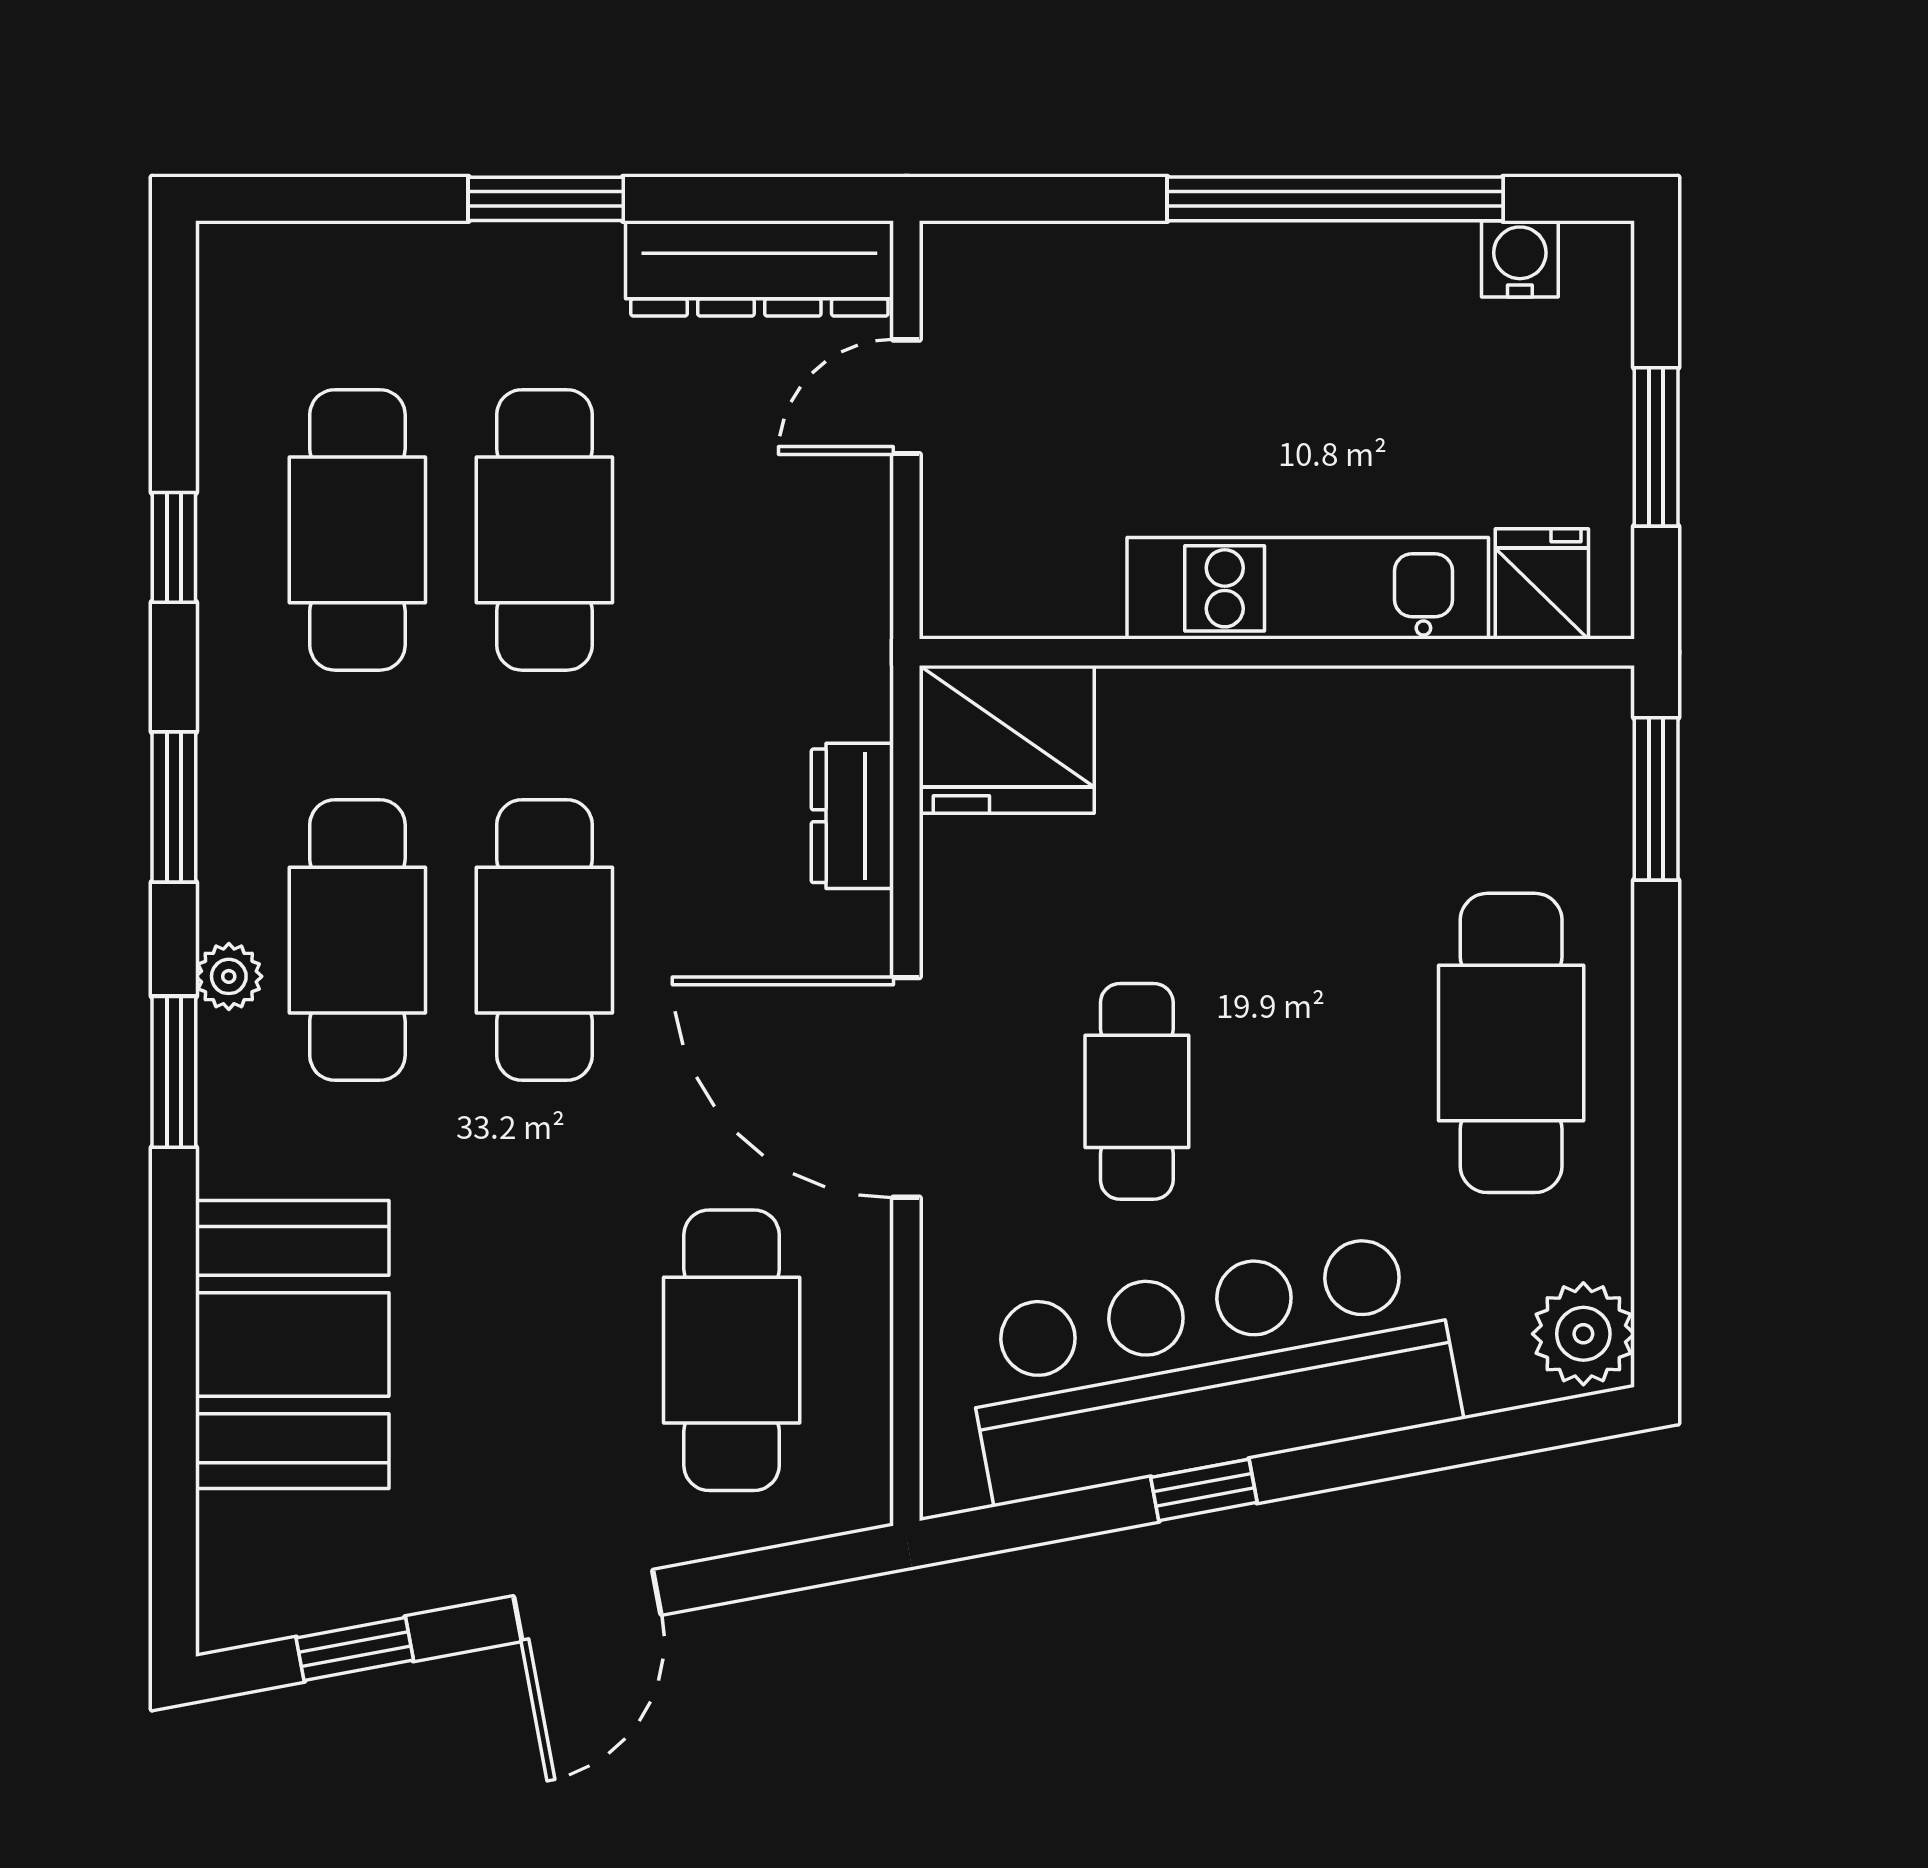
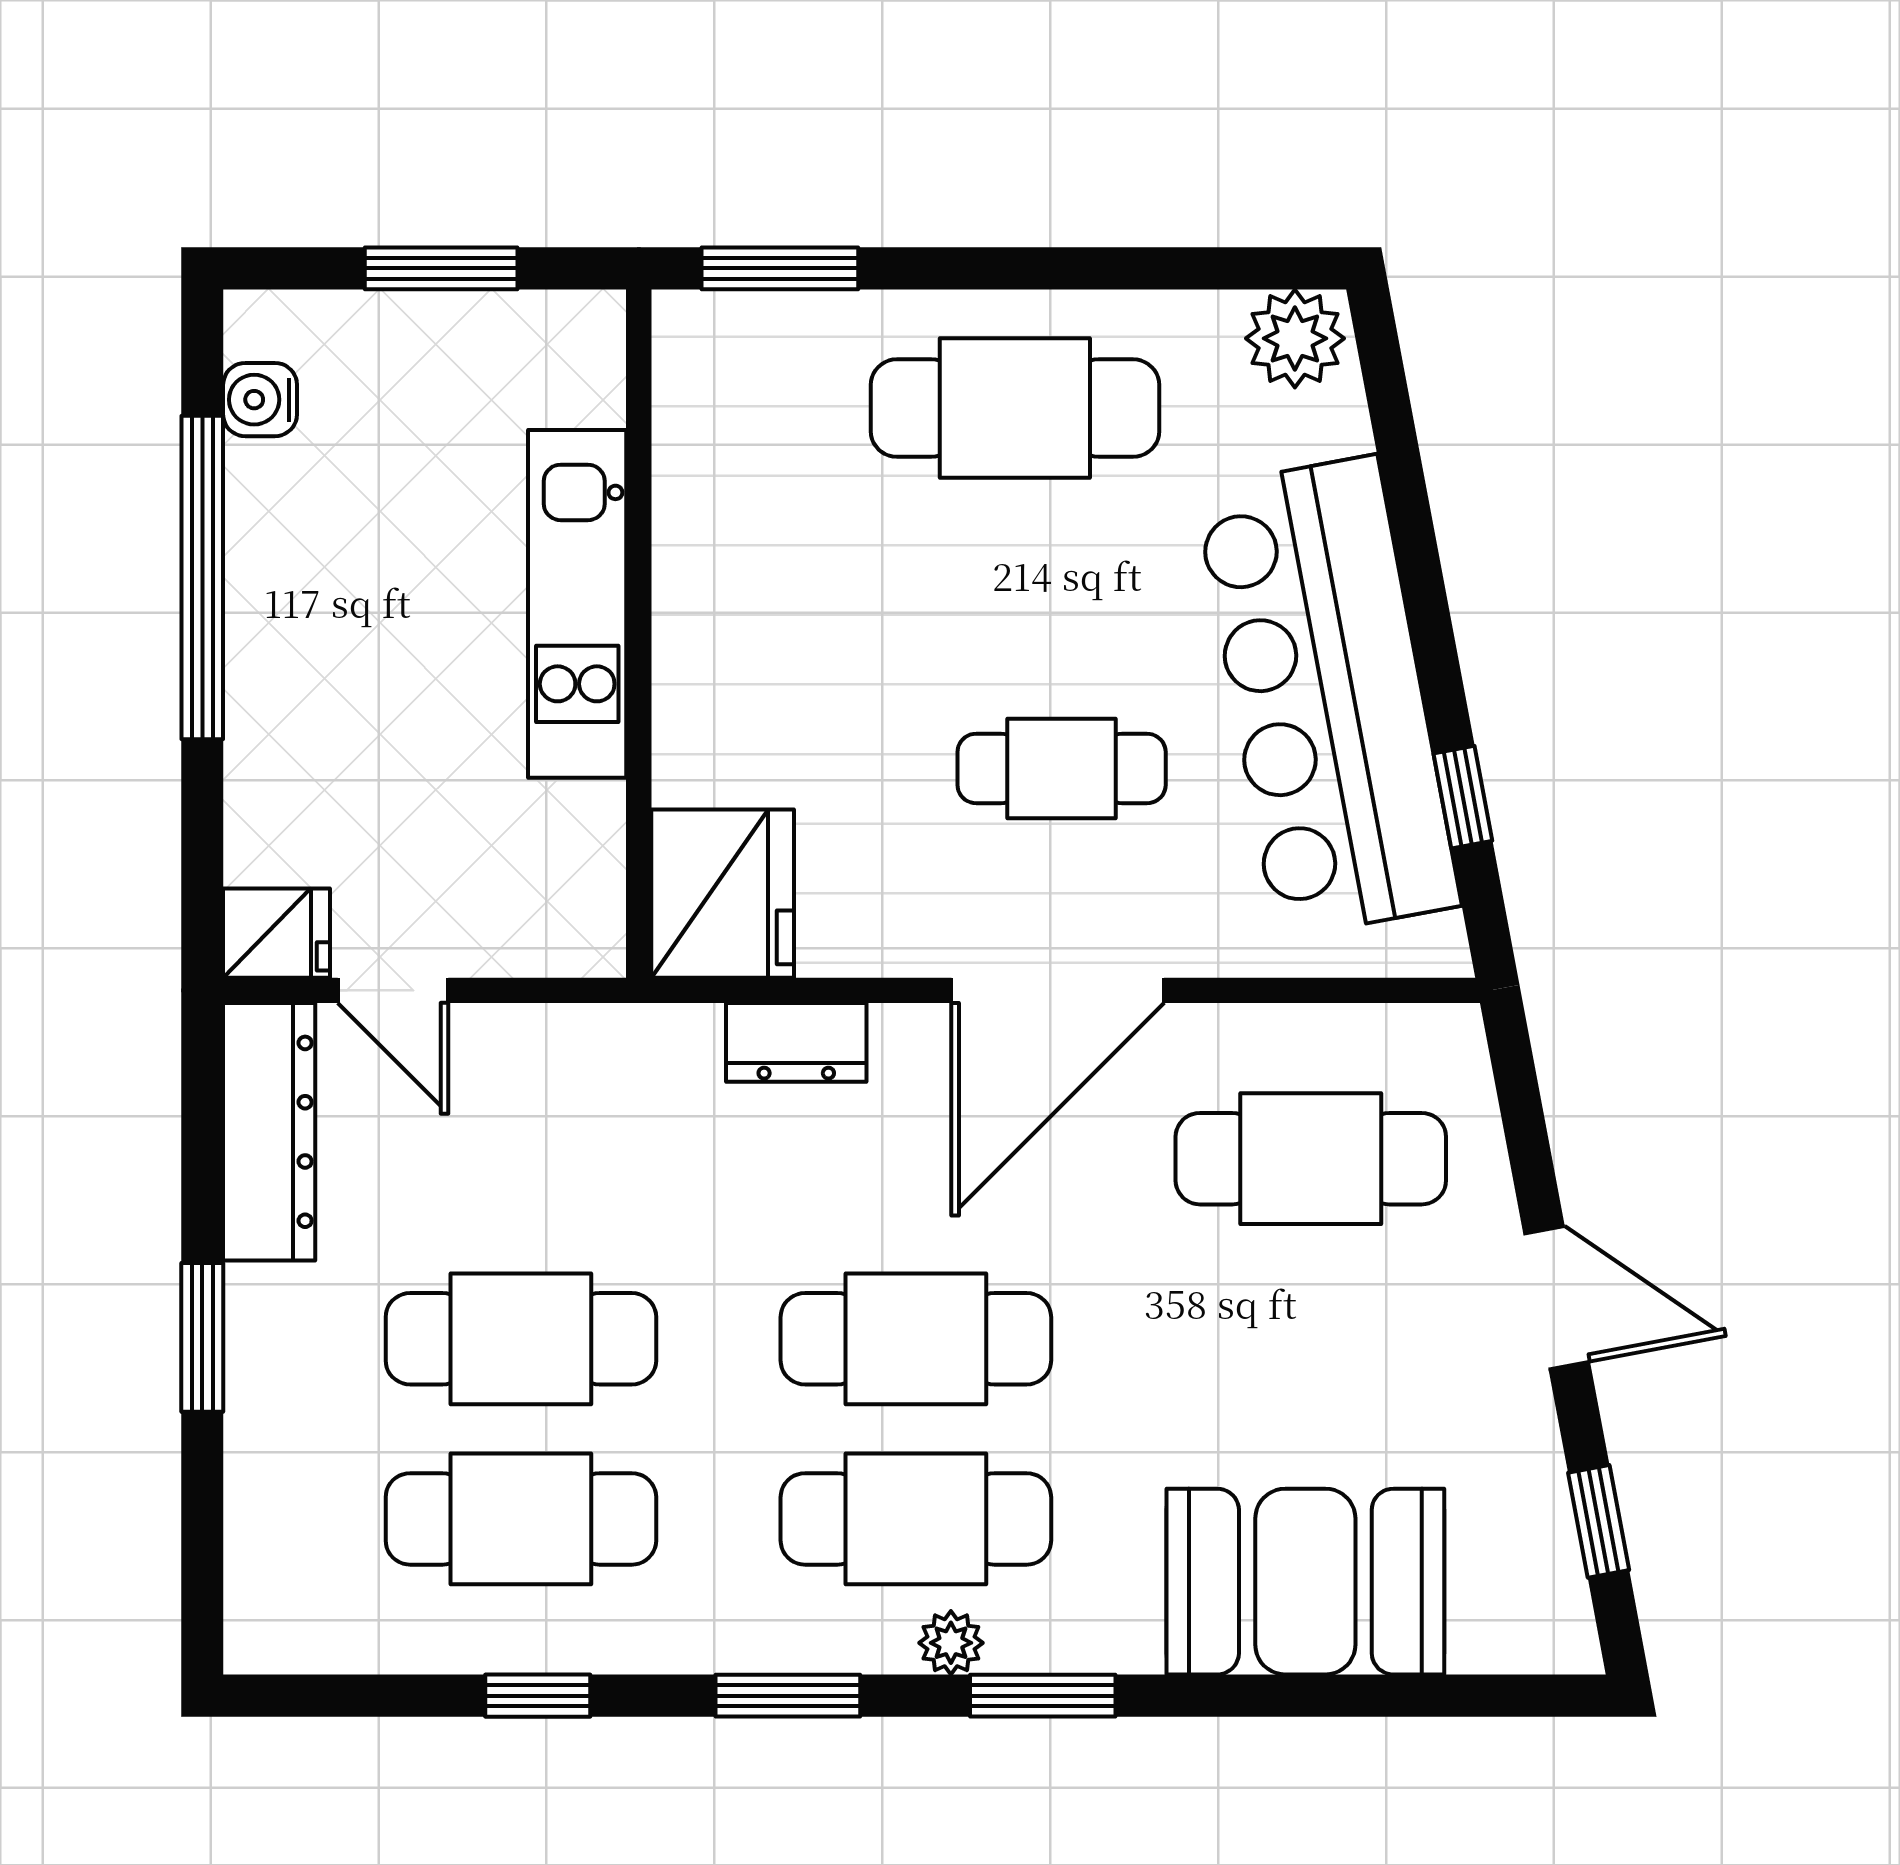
fridge: (1542, 584) -> (277, 933), moved, turned 180
window: (1204, 1490) -> (1463, 797), moved

